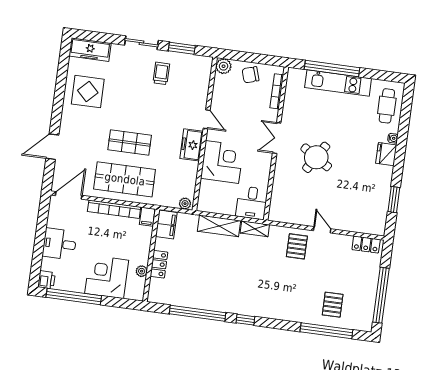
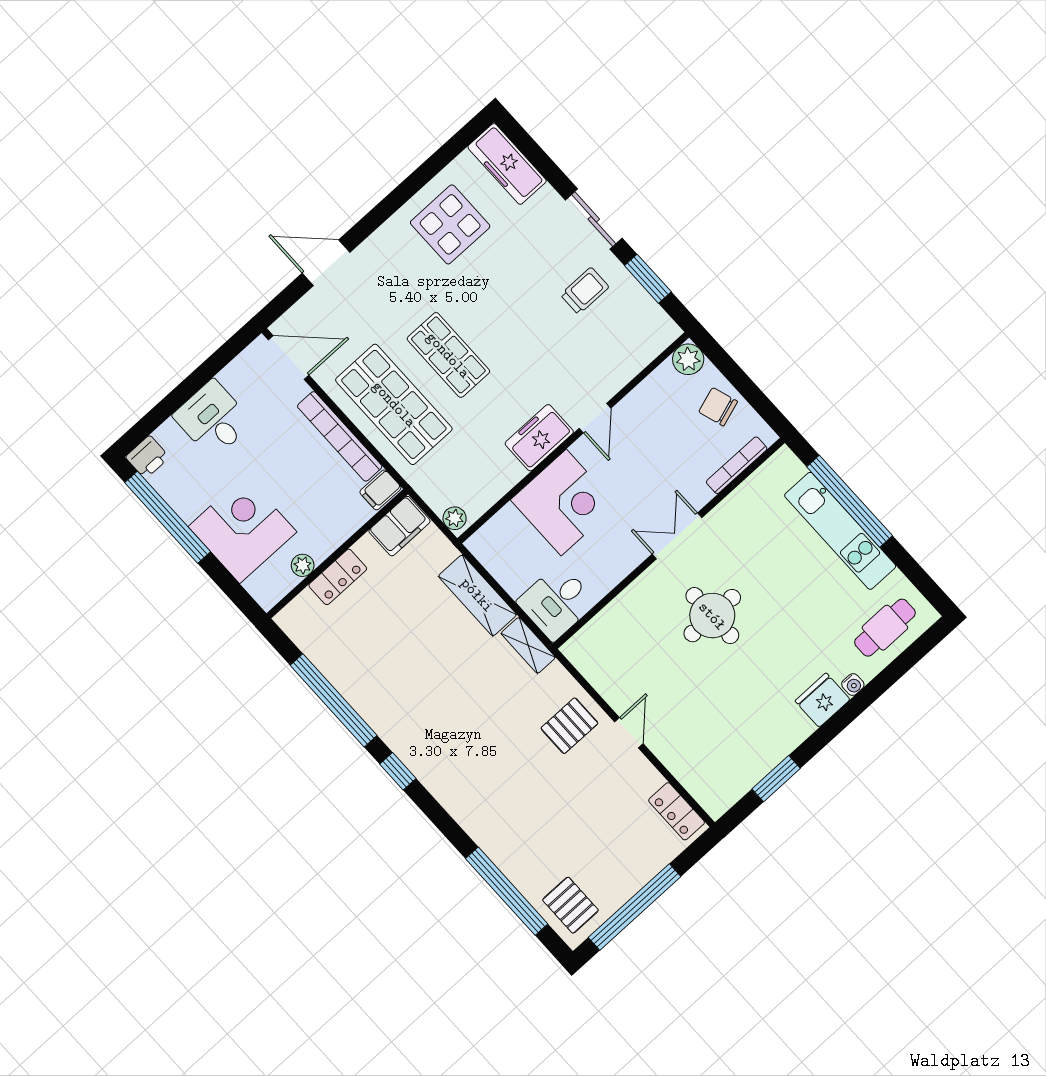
round table: (316, 157) -> (712, 616), turned -32
pallet: (333, 305) -> (570, 905), moved, turned 90

